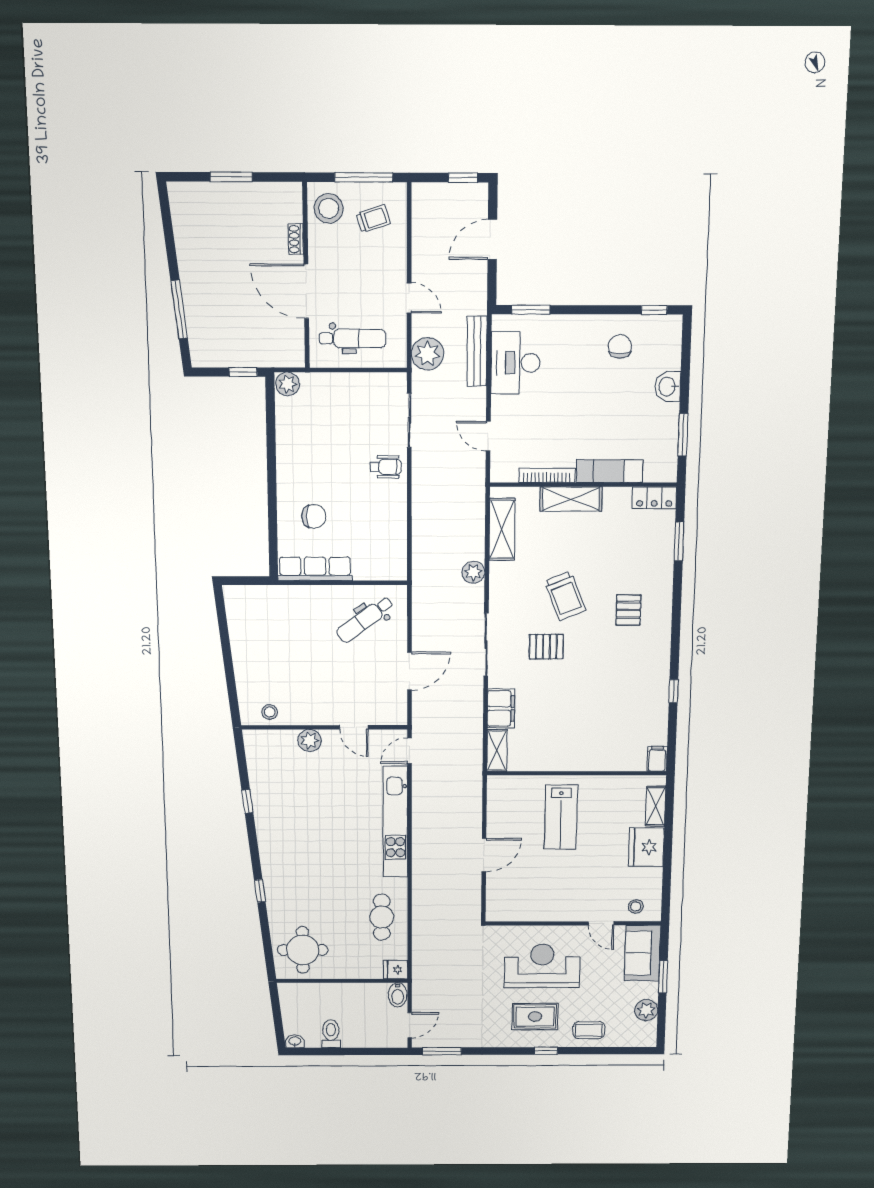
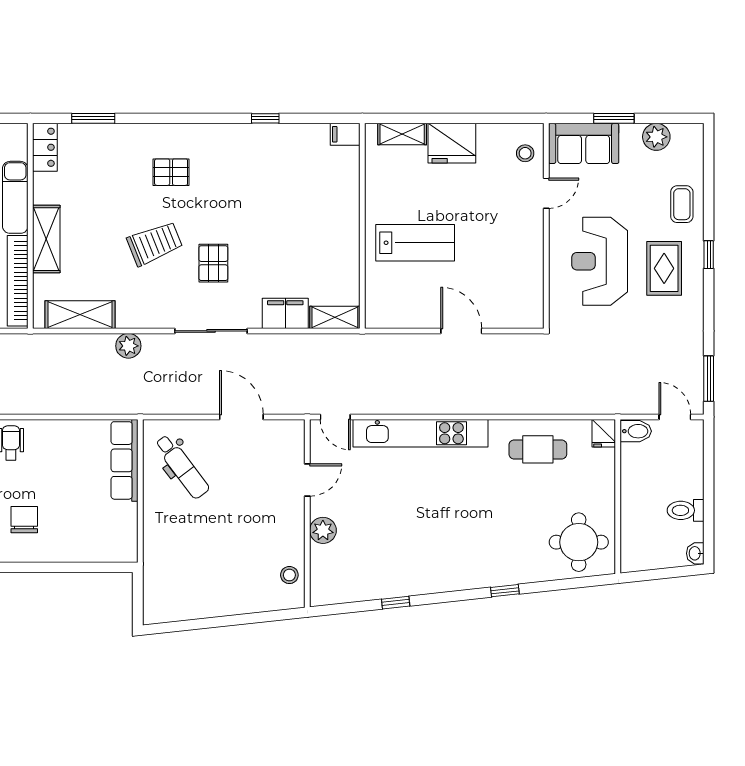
bookcase: (547, 475) -> (18, 281), width x1.48, depth x1.31
chair: (314, 516) -> (24, 520), moved
row of seats: (315, 569) -> (124, 460), moved

